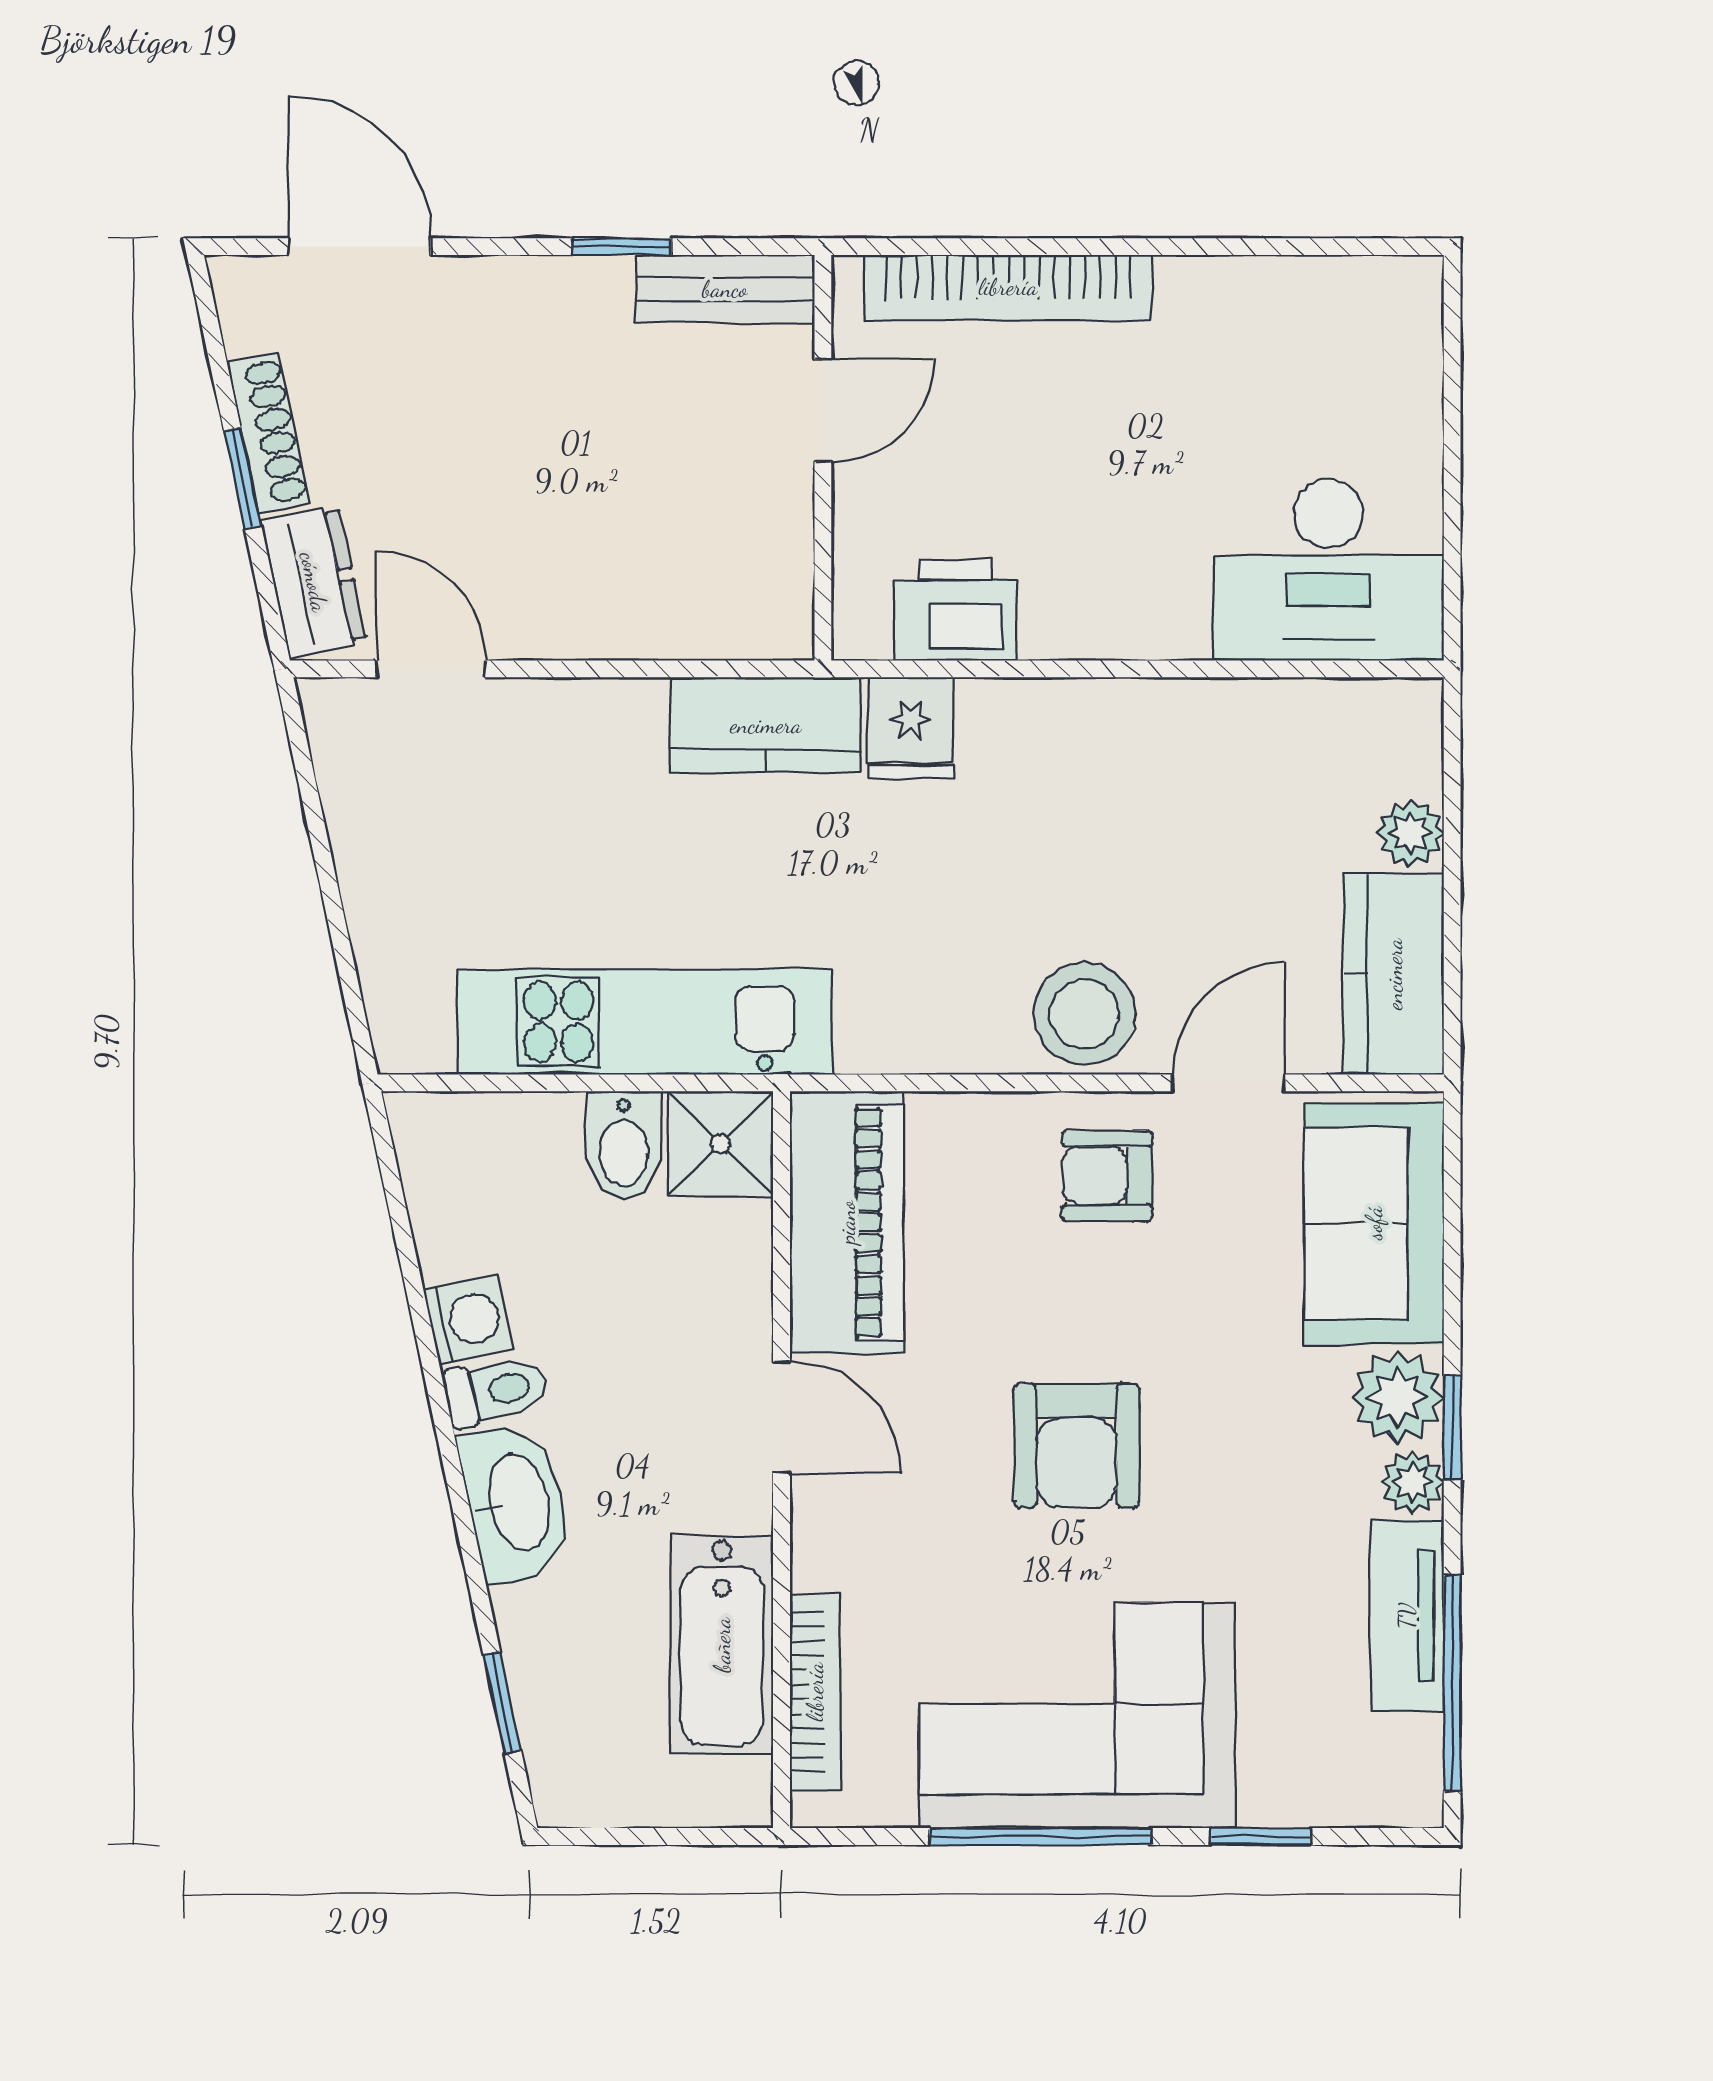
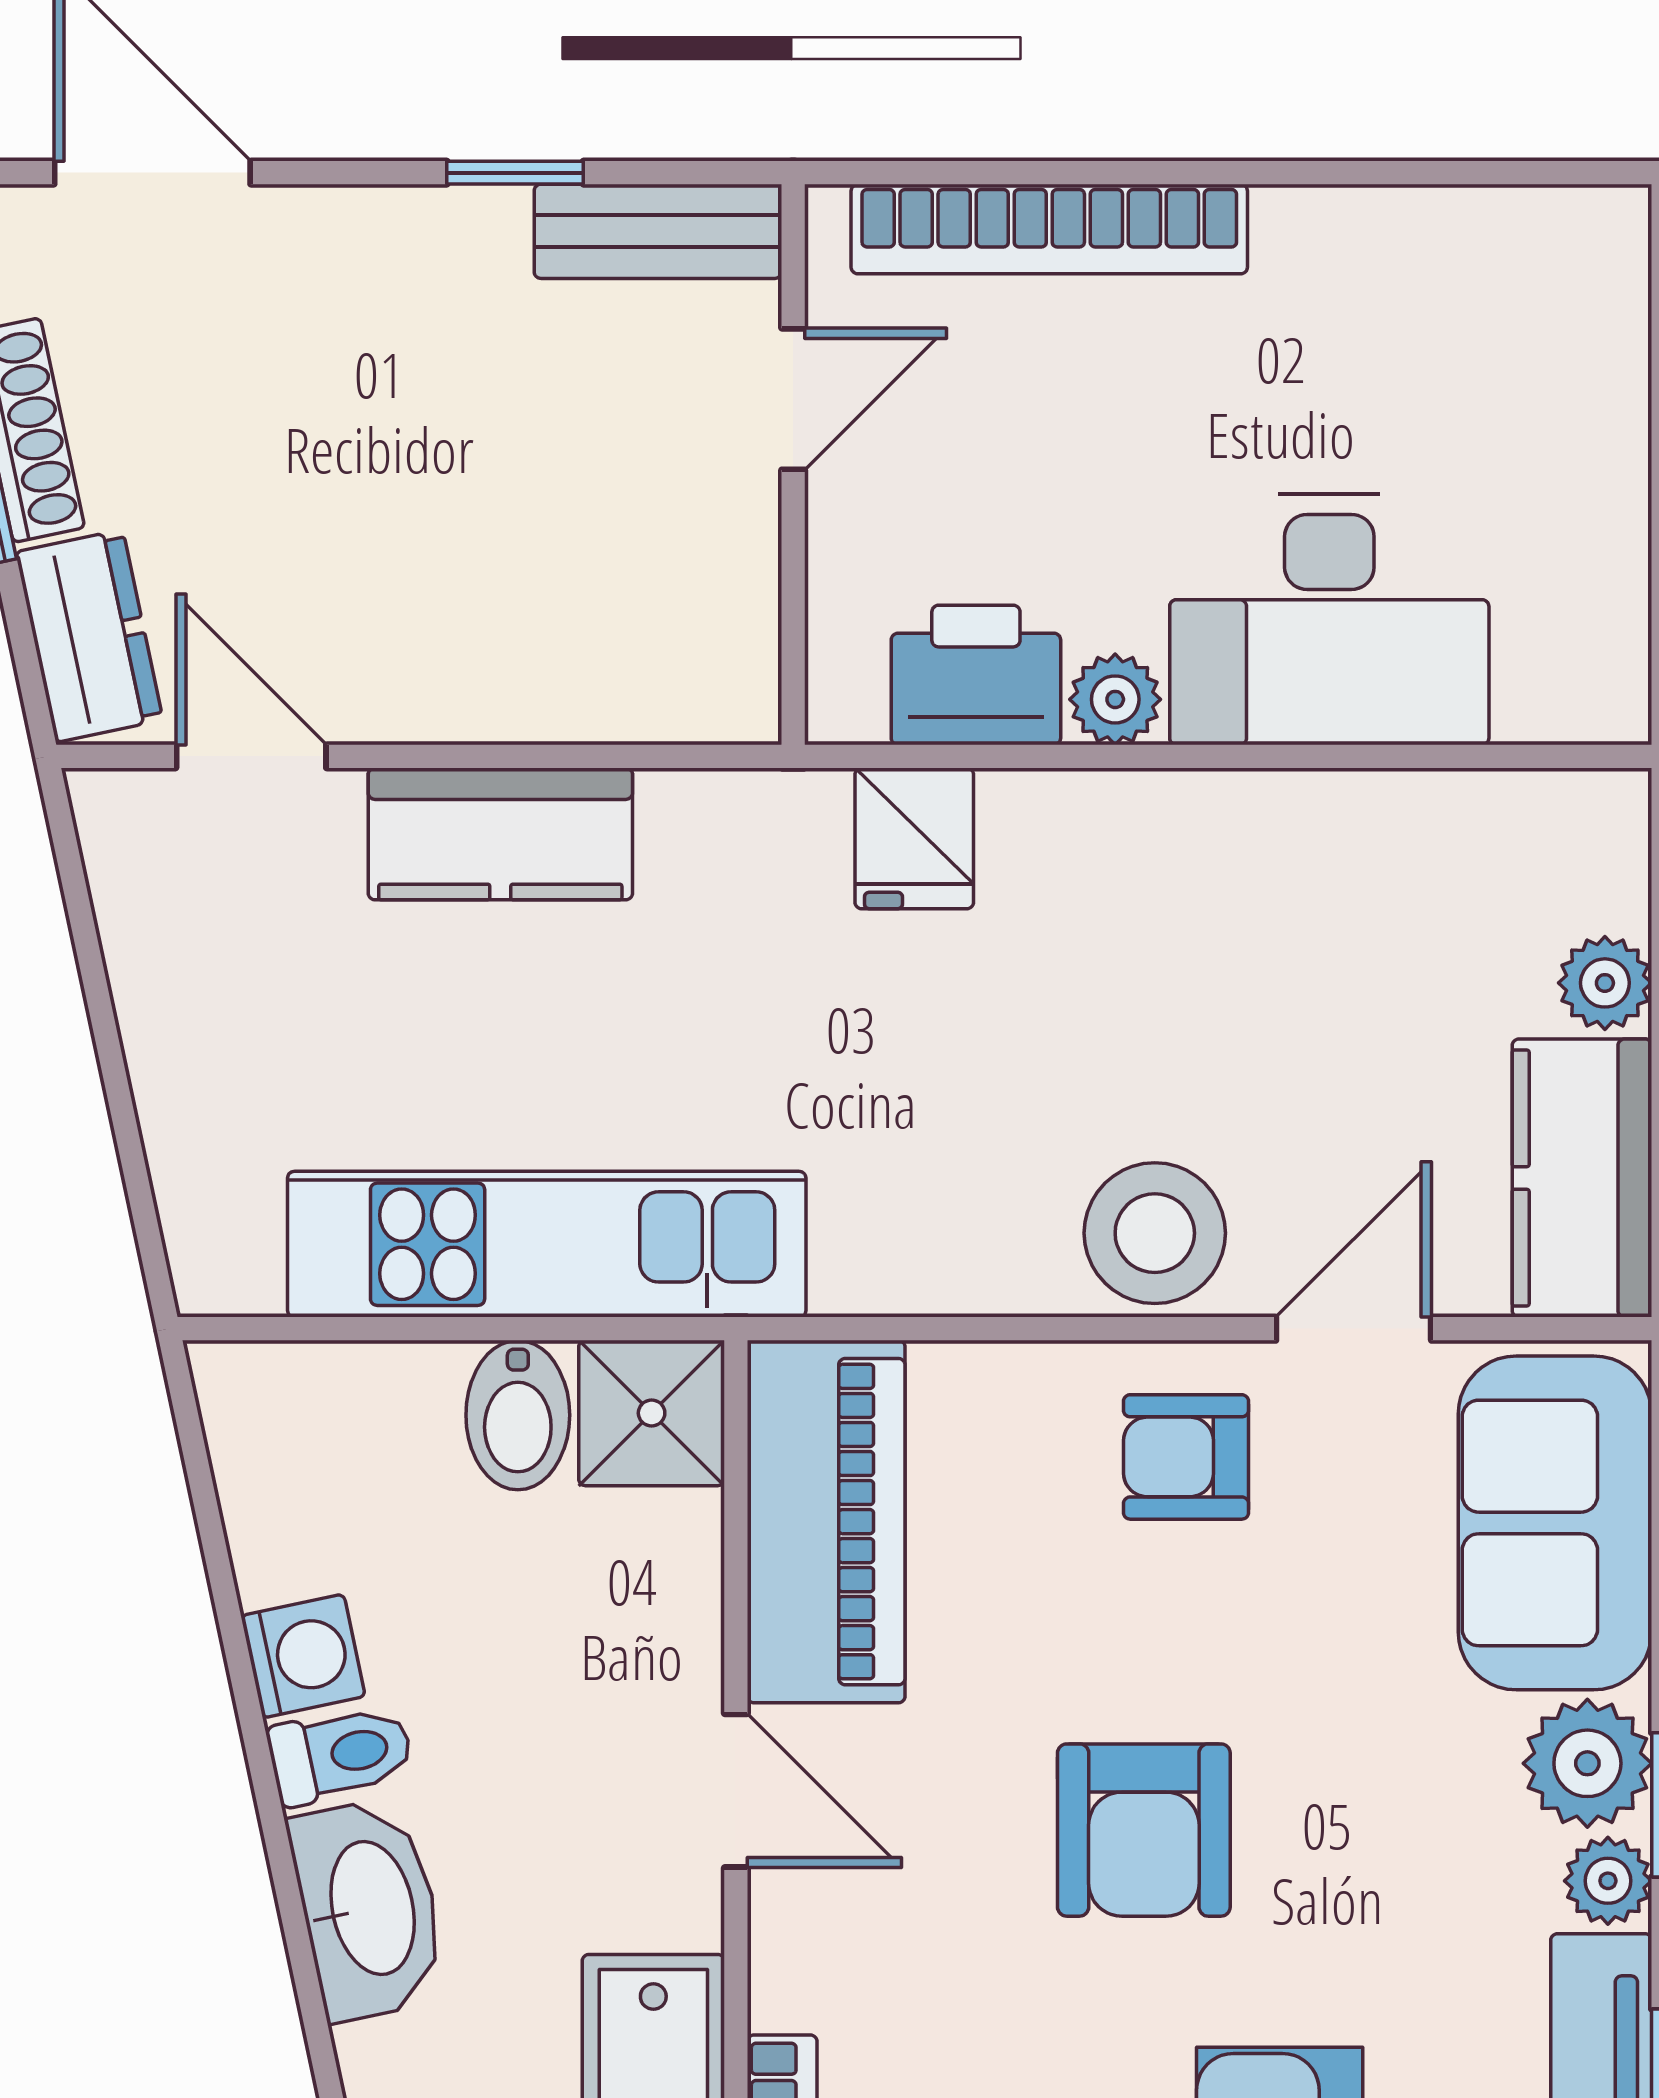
desk: (1329, 570) -> (1329, 620), moved
plant: (1056, 628) -> (1115, 699), added
kitchen counter: (766, 725) -> (500, 834), moved

